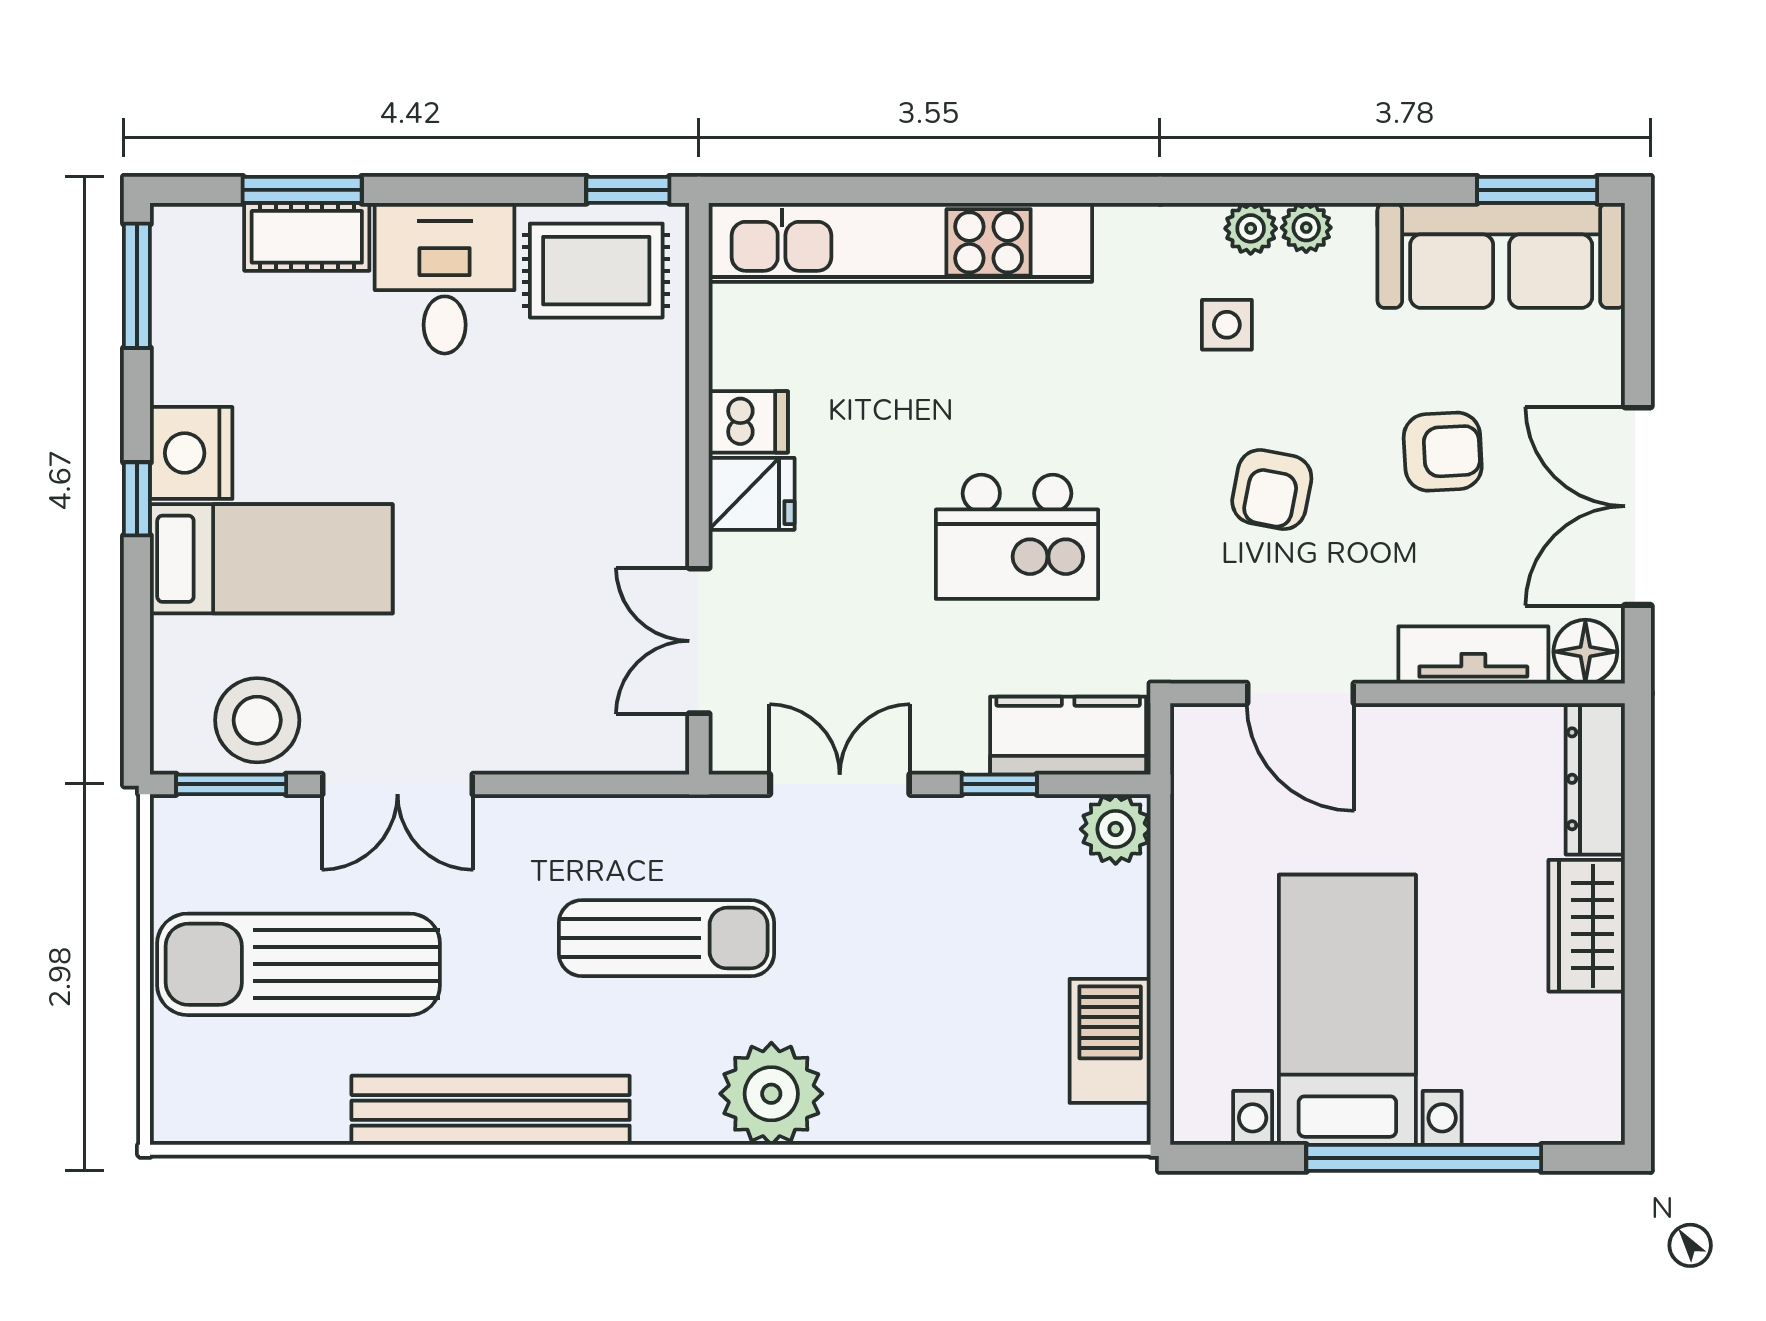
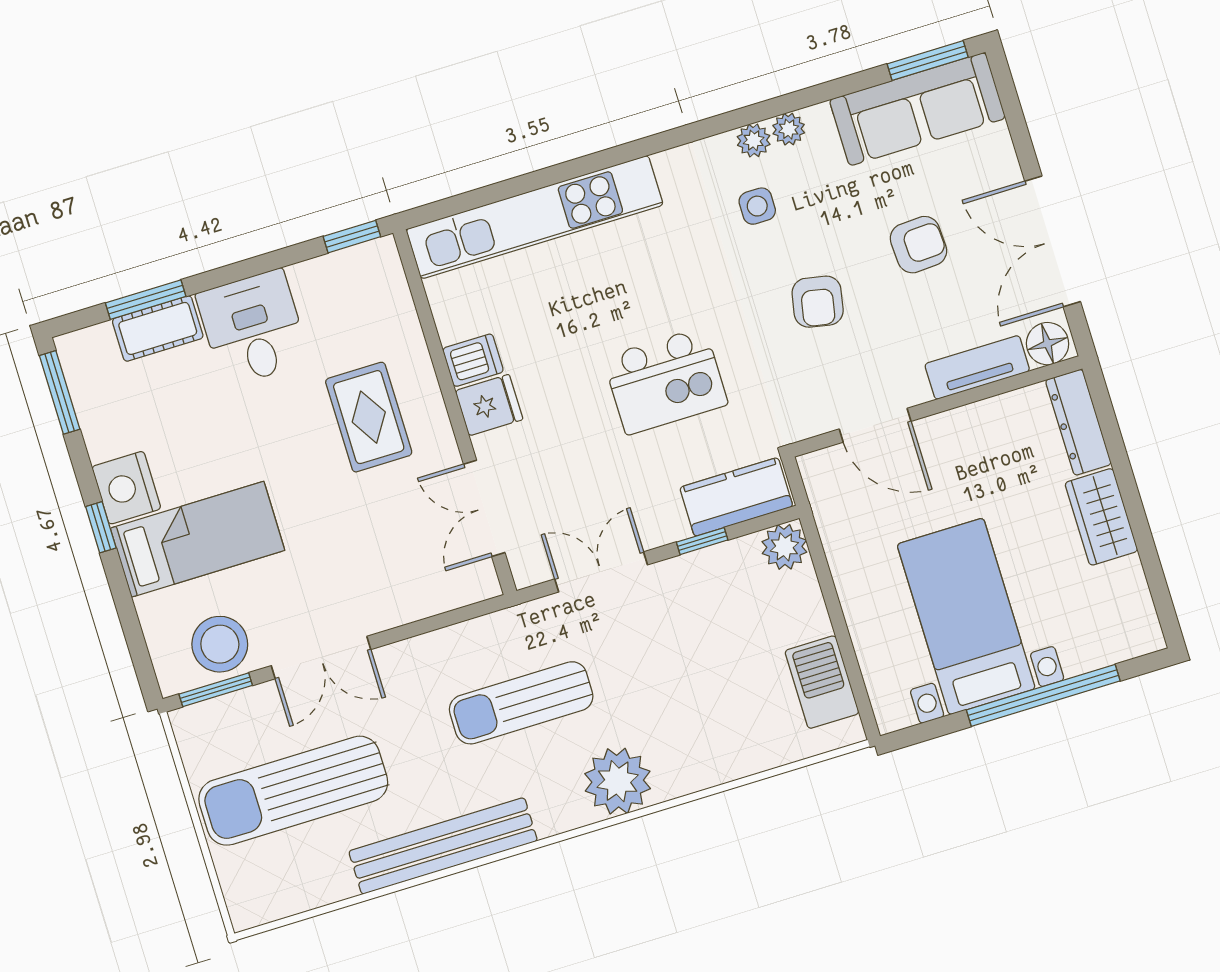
rug: (596, 271) -> (369, 417), moved, turned 90
sun lounger: (666, 938) -> (521, 703), turned 180

